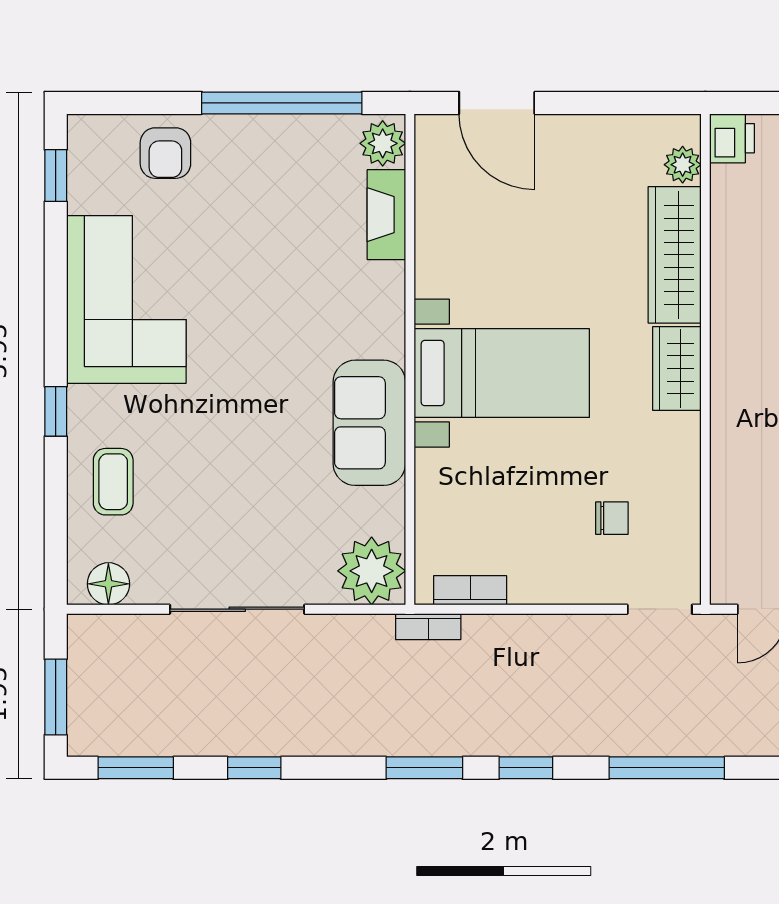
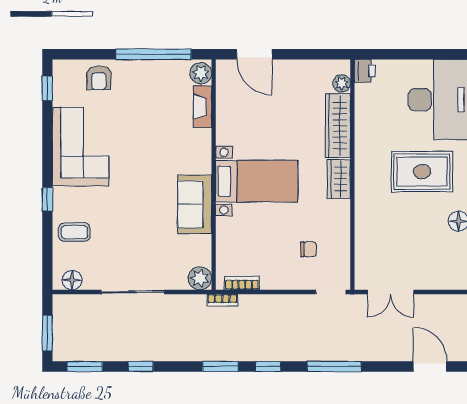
coffee table: (113, 482) -> (74, 232), turned 90
plant: (372, 571) -> (200, 278), width x0.73, depth x0.73

